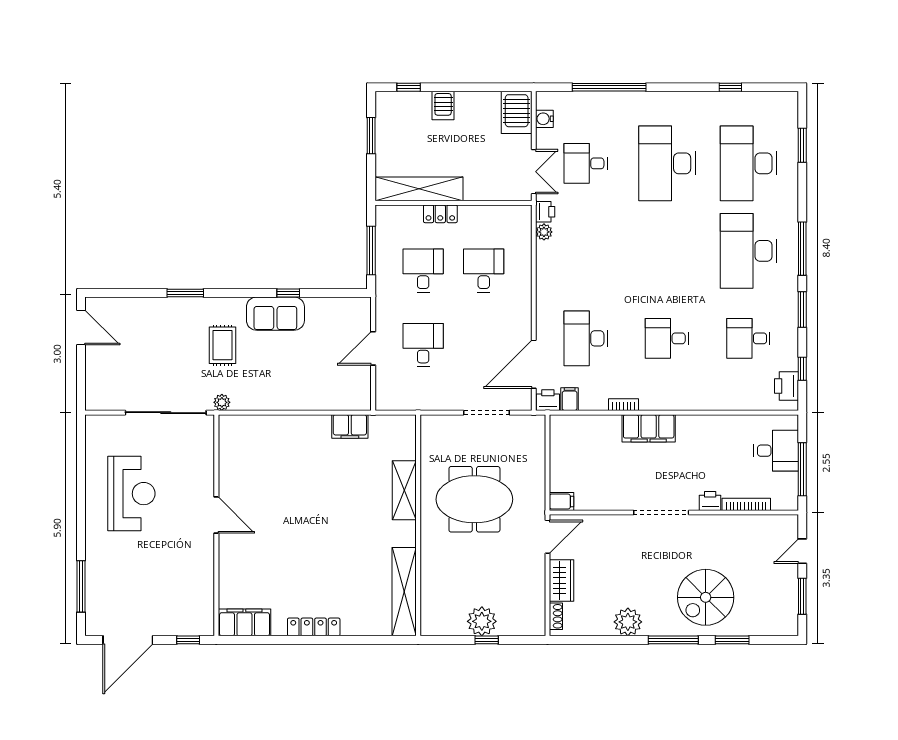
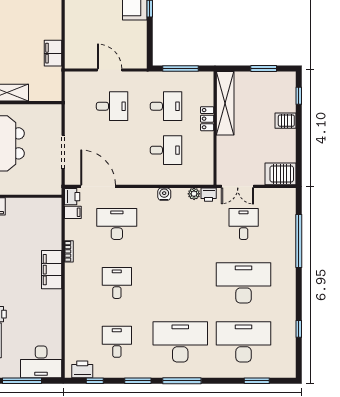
water cooler: (544, 119) -> (164, 194), moved
desk: (776, 451) -> (41, 362), width x1.37

